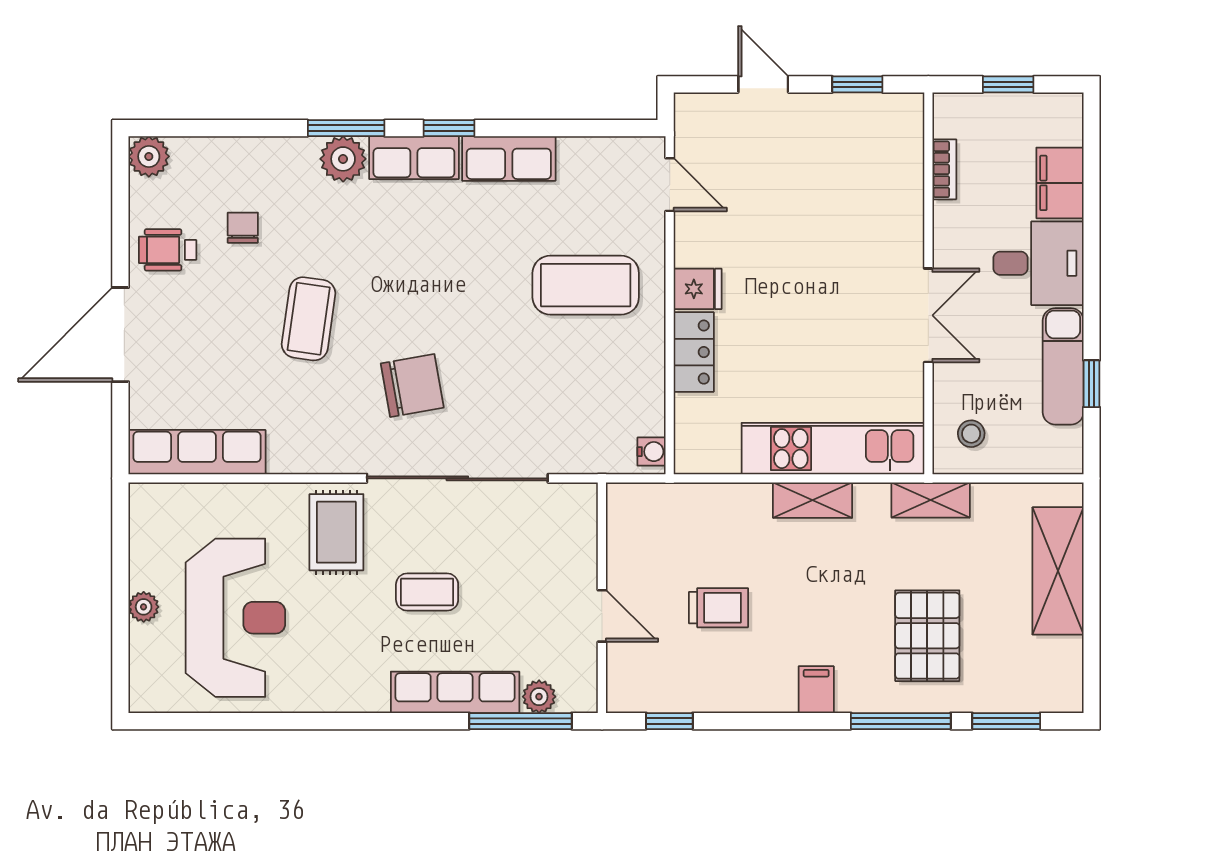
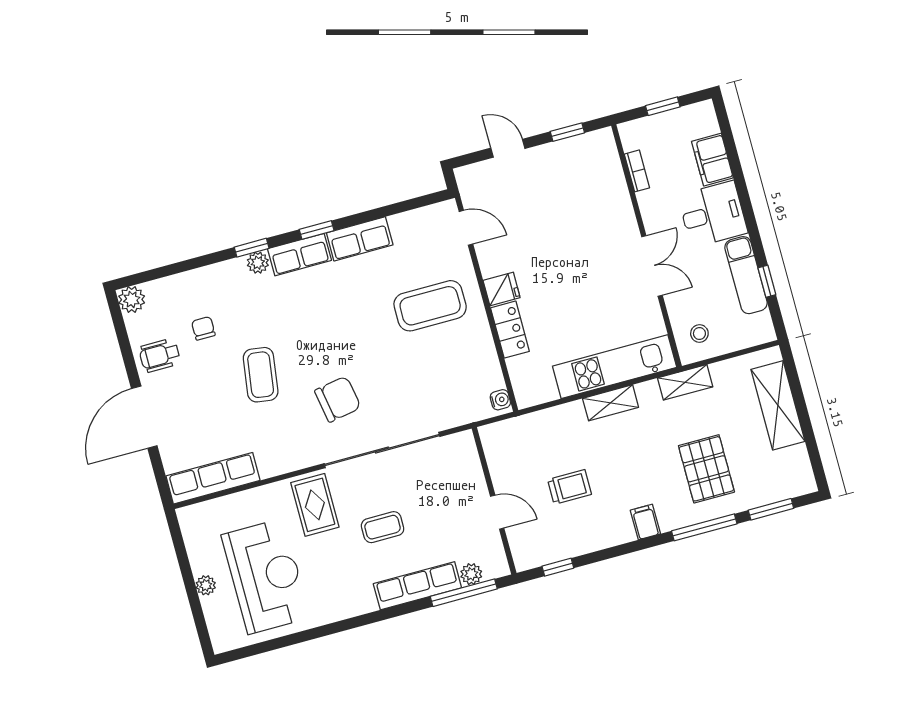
window: (346, 128) -> (252, 248), width x0.67
plant: (343, 159) -> (258, 263), width x0.73, depth x0.73

